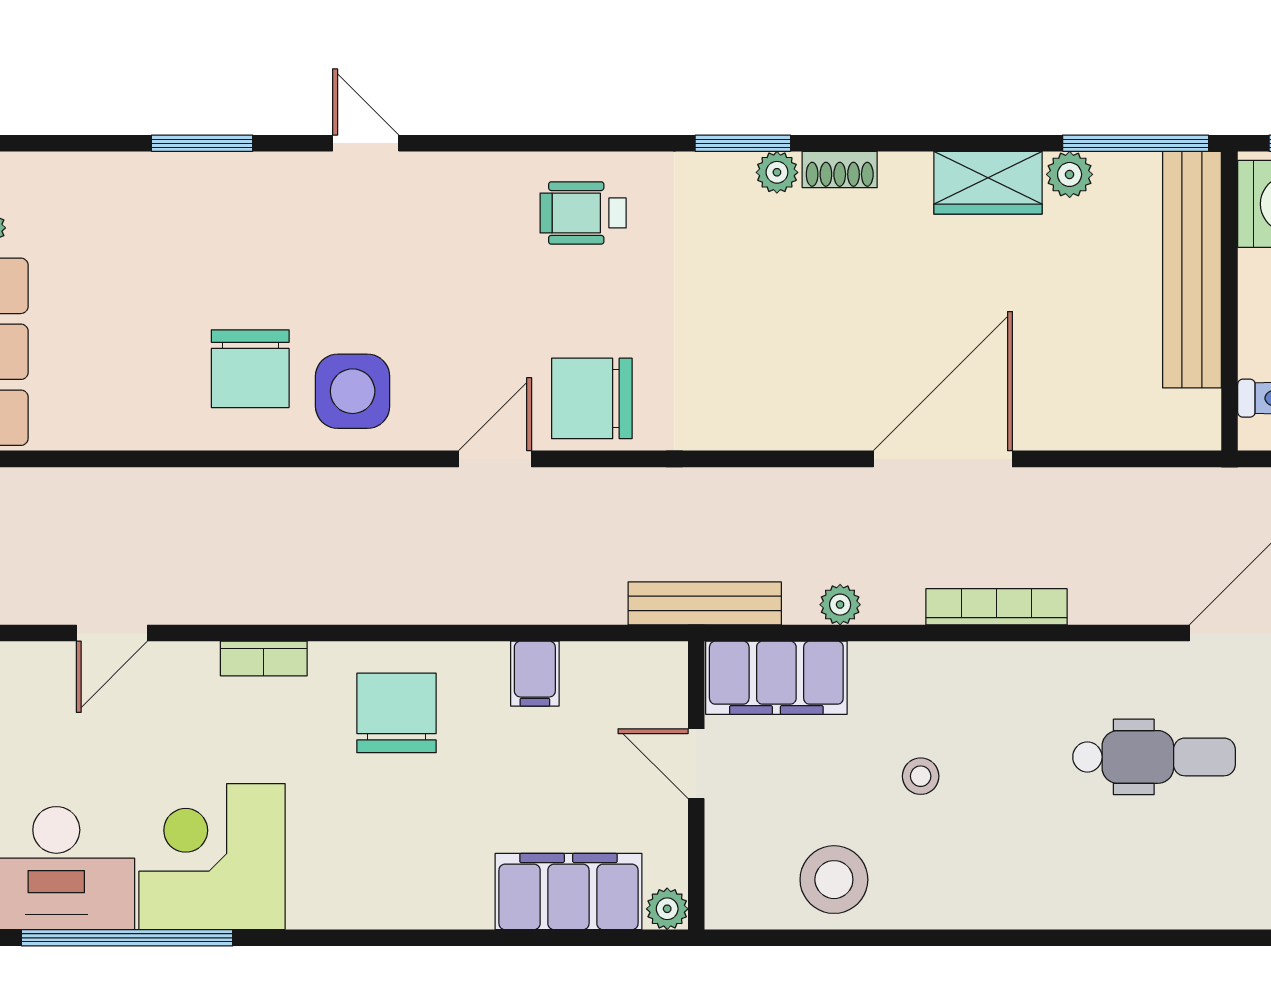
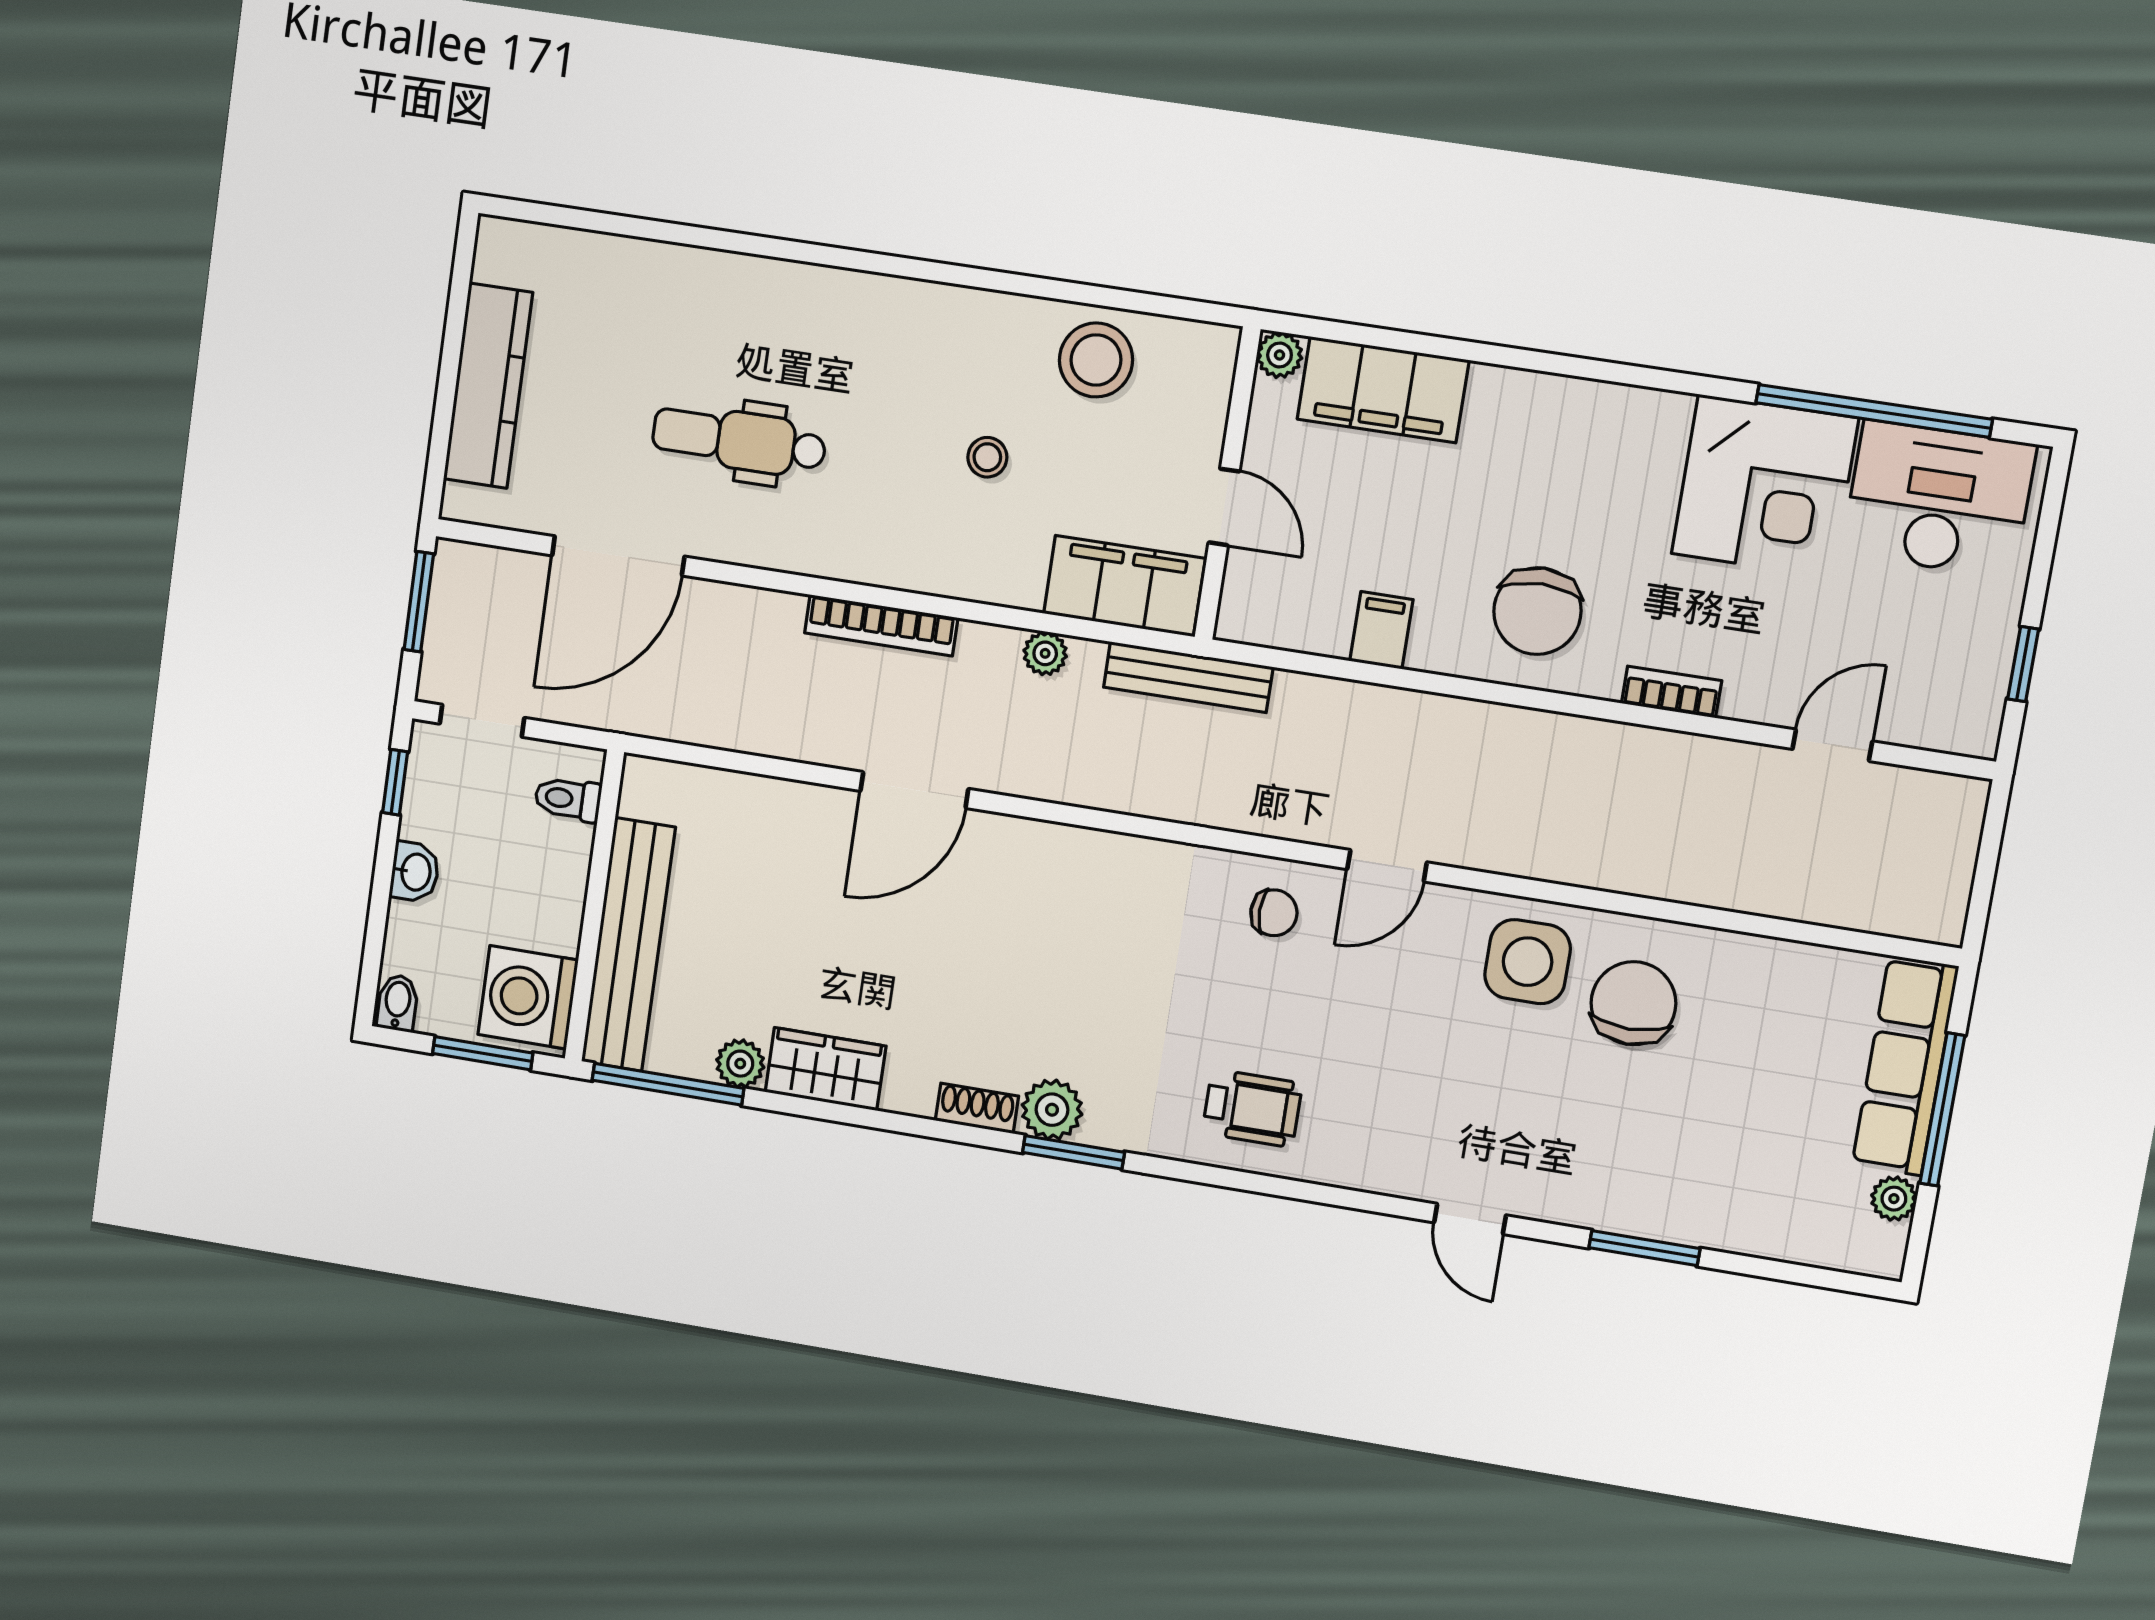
plant: (777, 172) -> (1052, 1110), width x1.38, depth x1.38
chair: (592, 398) -> (1274, 913), width x0.54, depth x0.54
door: (943, 459) -> (914, 790), width x0.73

